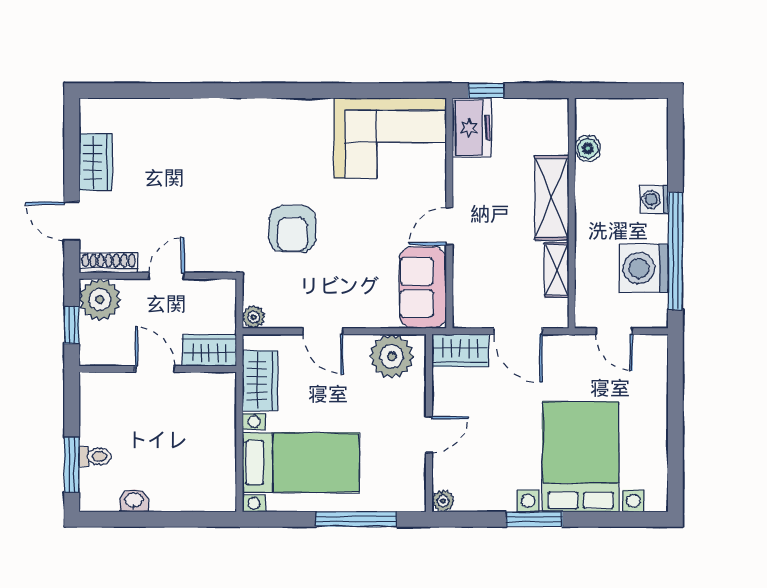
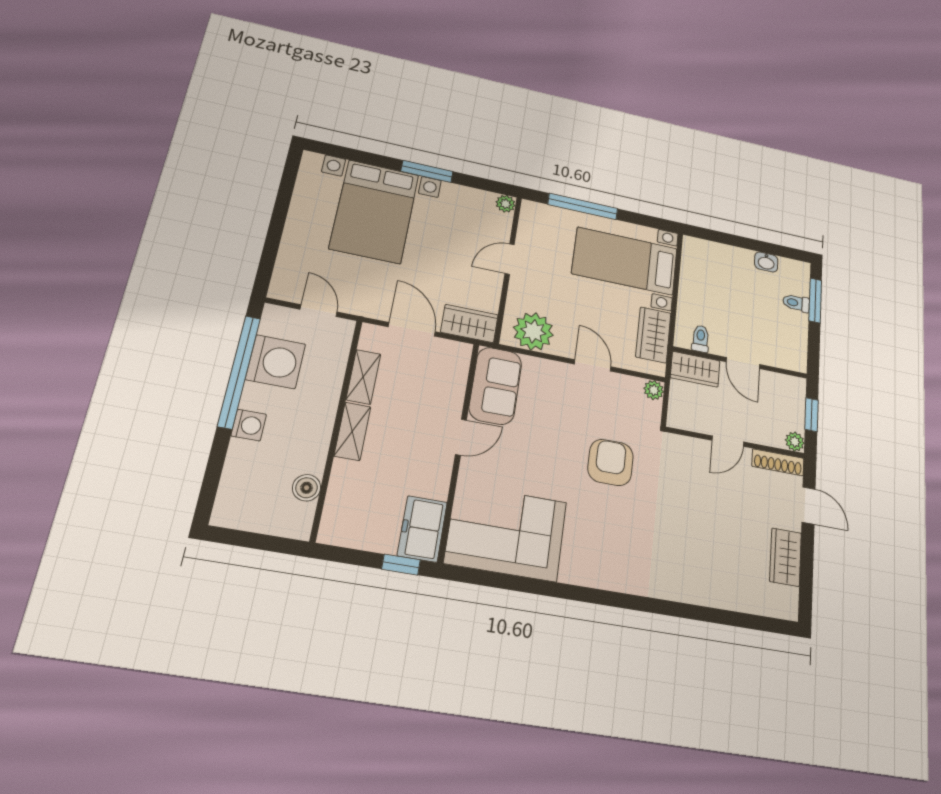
shelving: (552, 198) -> (352, 431), width x0.67, depth x0.75
plant: (100, 300) -> (795, 442), width x0.53, depth x0.53
toilet: (206, 388) -> (701, 339), added

